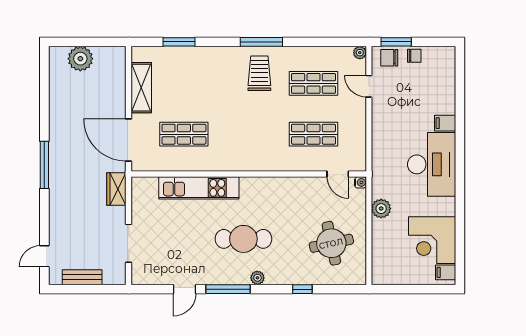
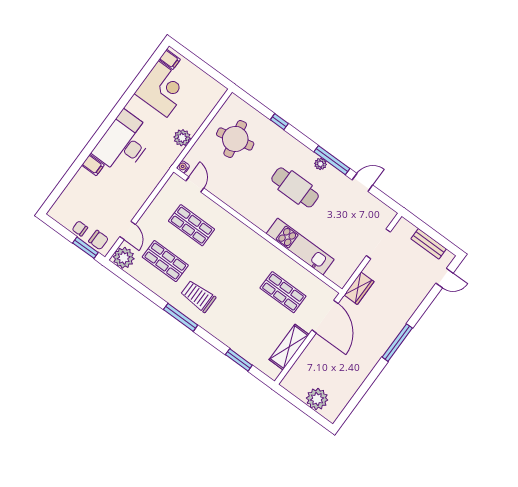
plant: (360, 53) -> (124, 258), width x1.88, depth x1.88
trolley: (259, 73) -> (198, 296), turned 90
plant: (257, 278) -> (320, 164), moved

